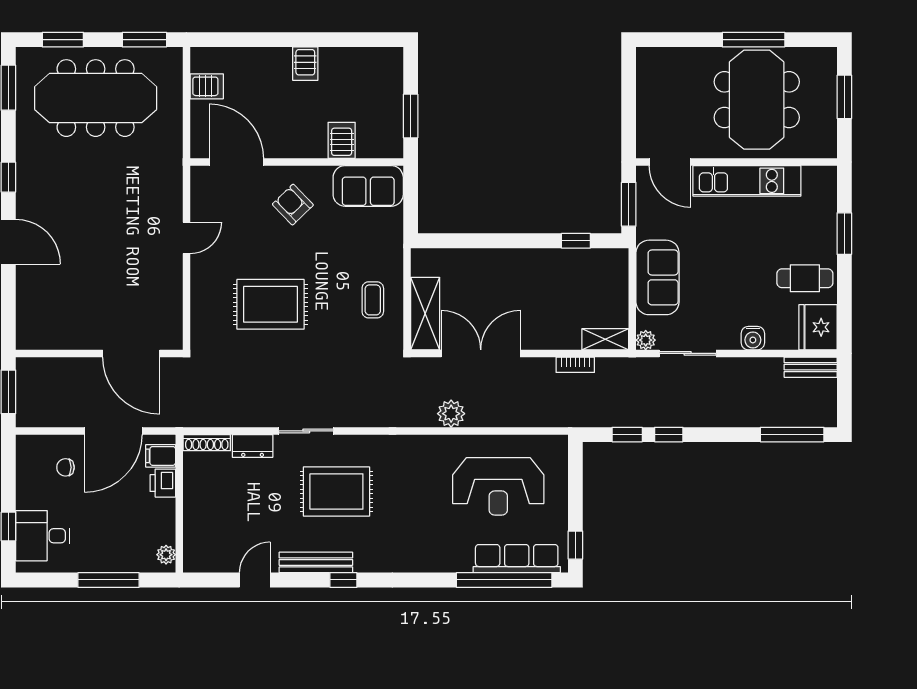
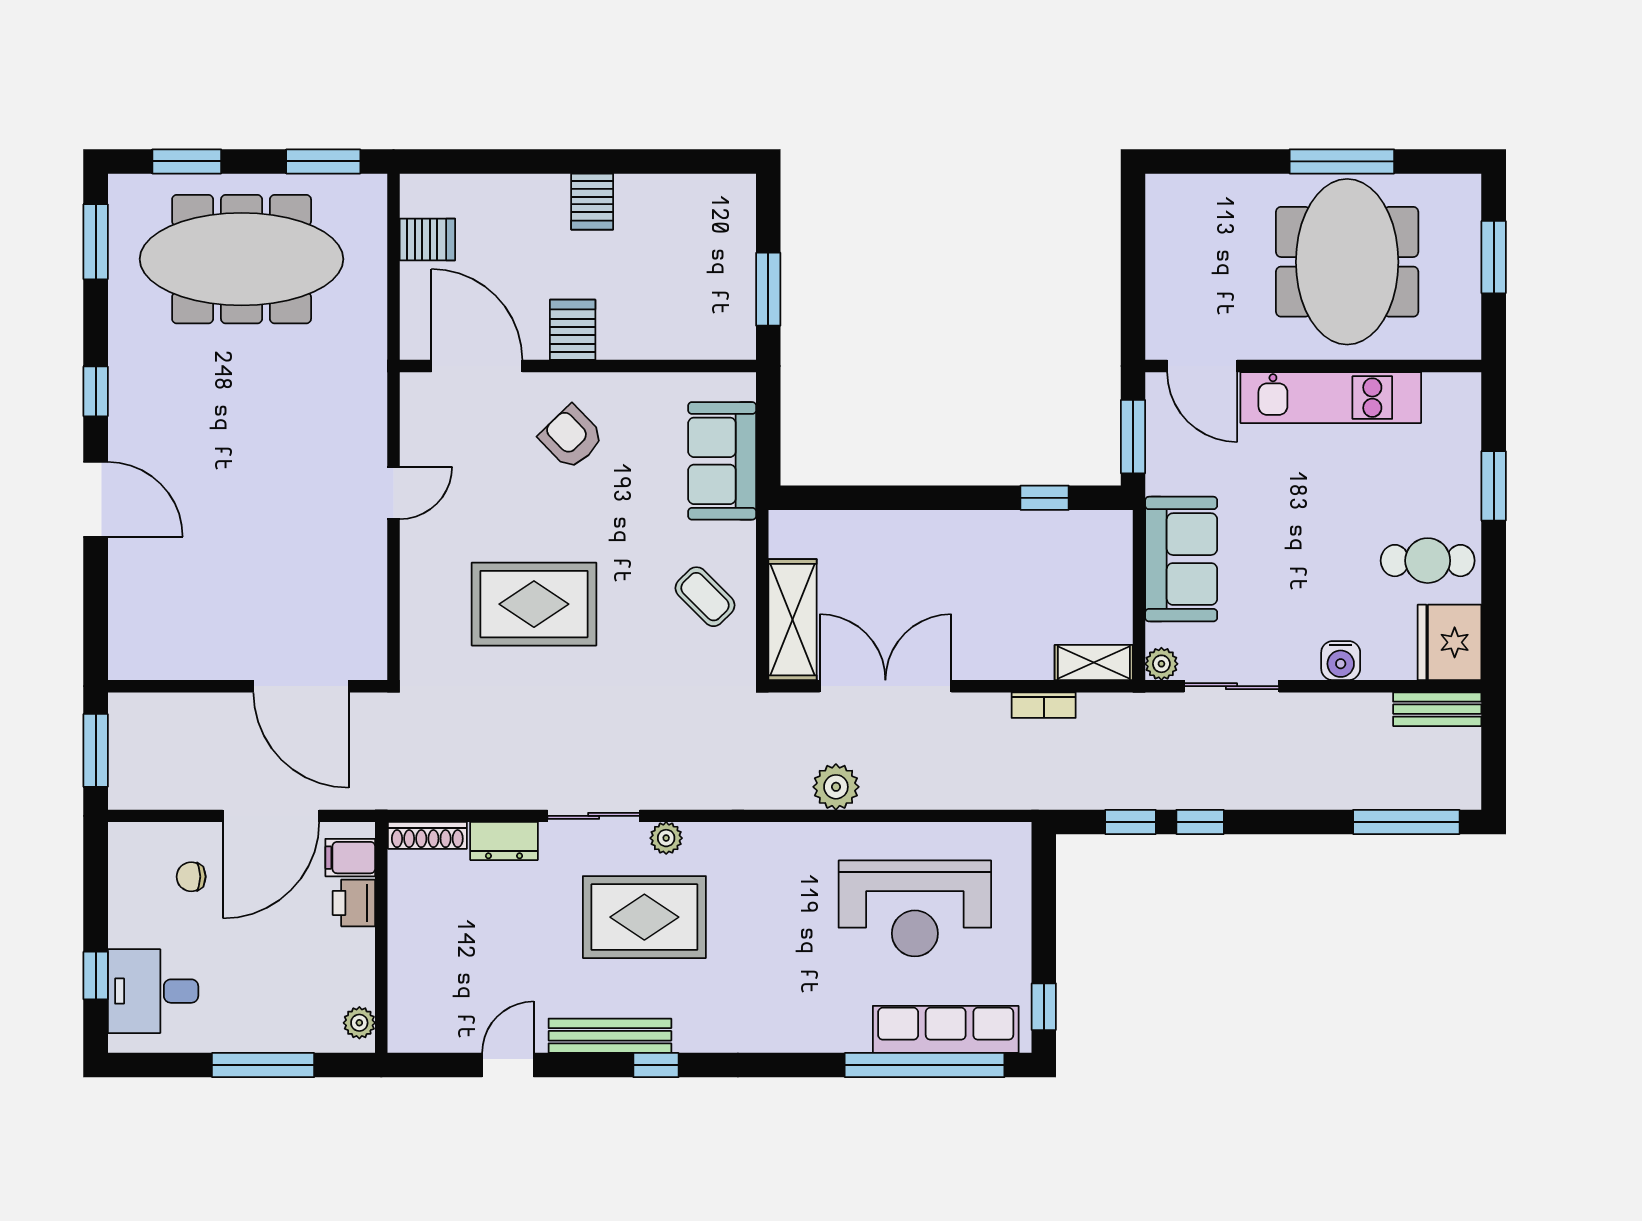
server rack: (342, 140) -> (573, 330), moved
sofa: (368, 186) -> (722, 461), moved, turned 90
coffee table: (373, 300) -> (705, 597), turned -45
plant: (350, 444) -> (666, 838), added

